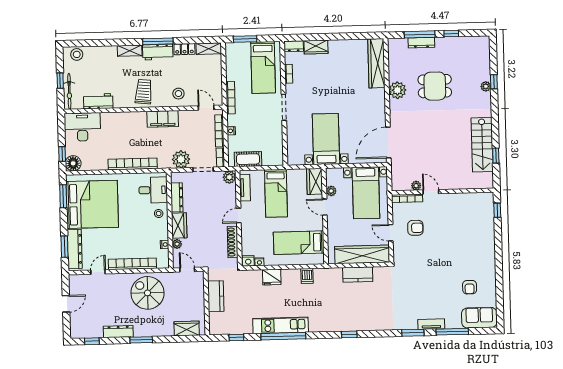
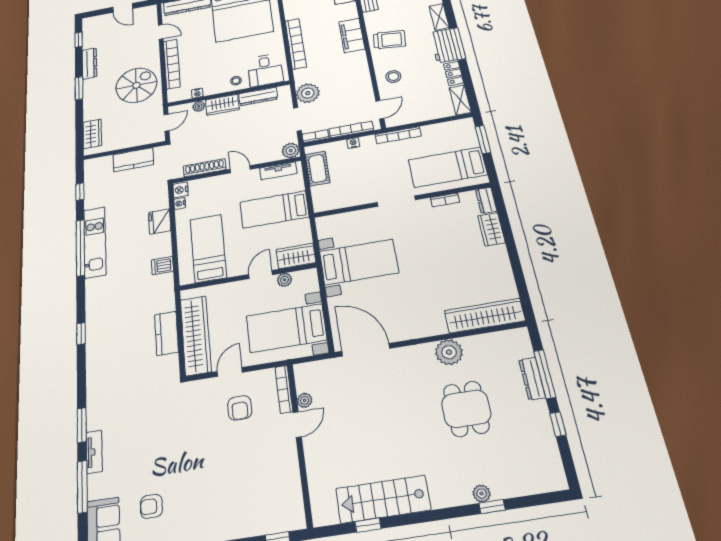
filing cabinet: (163, 119) -> (352, 35), moved

